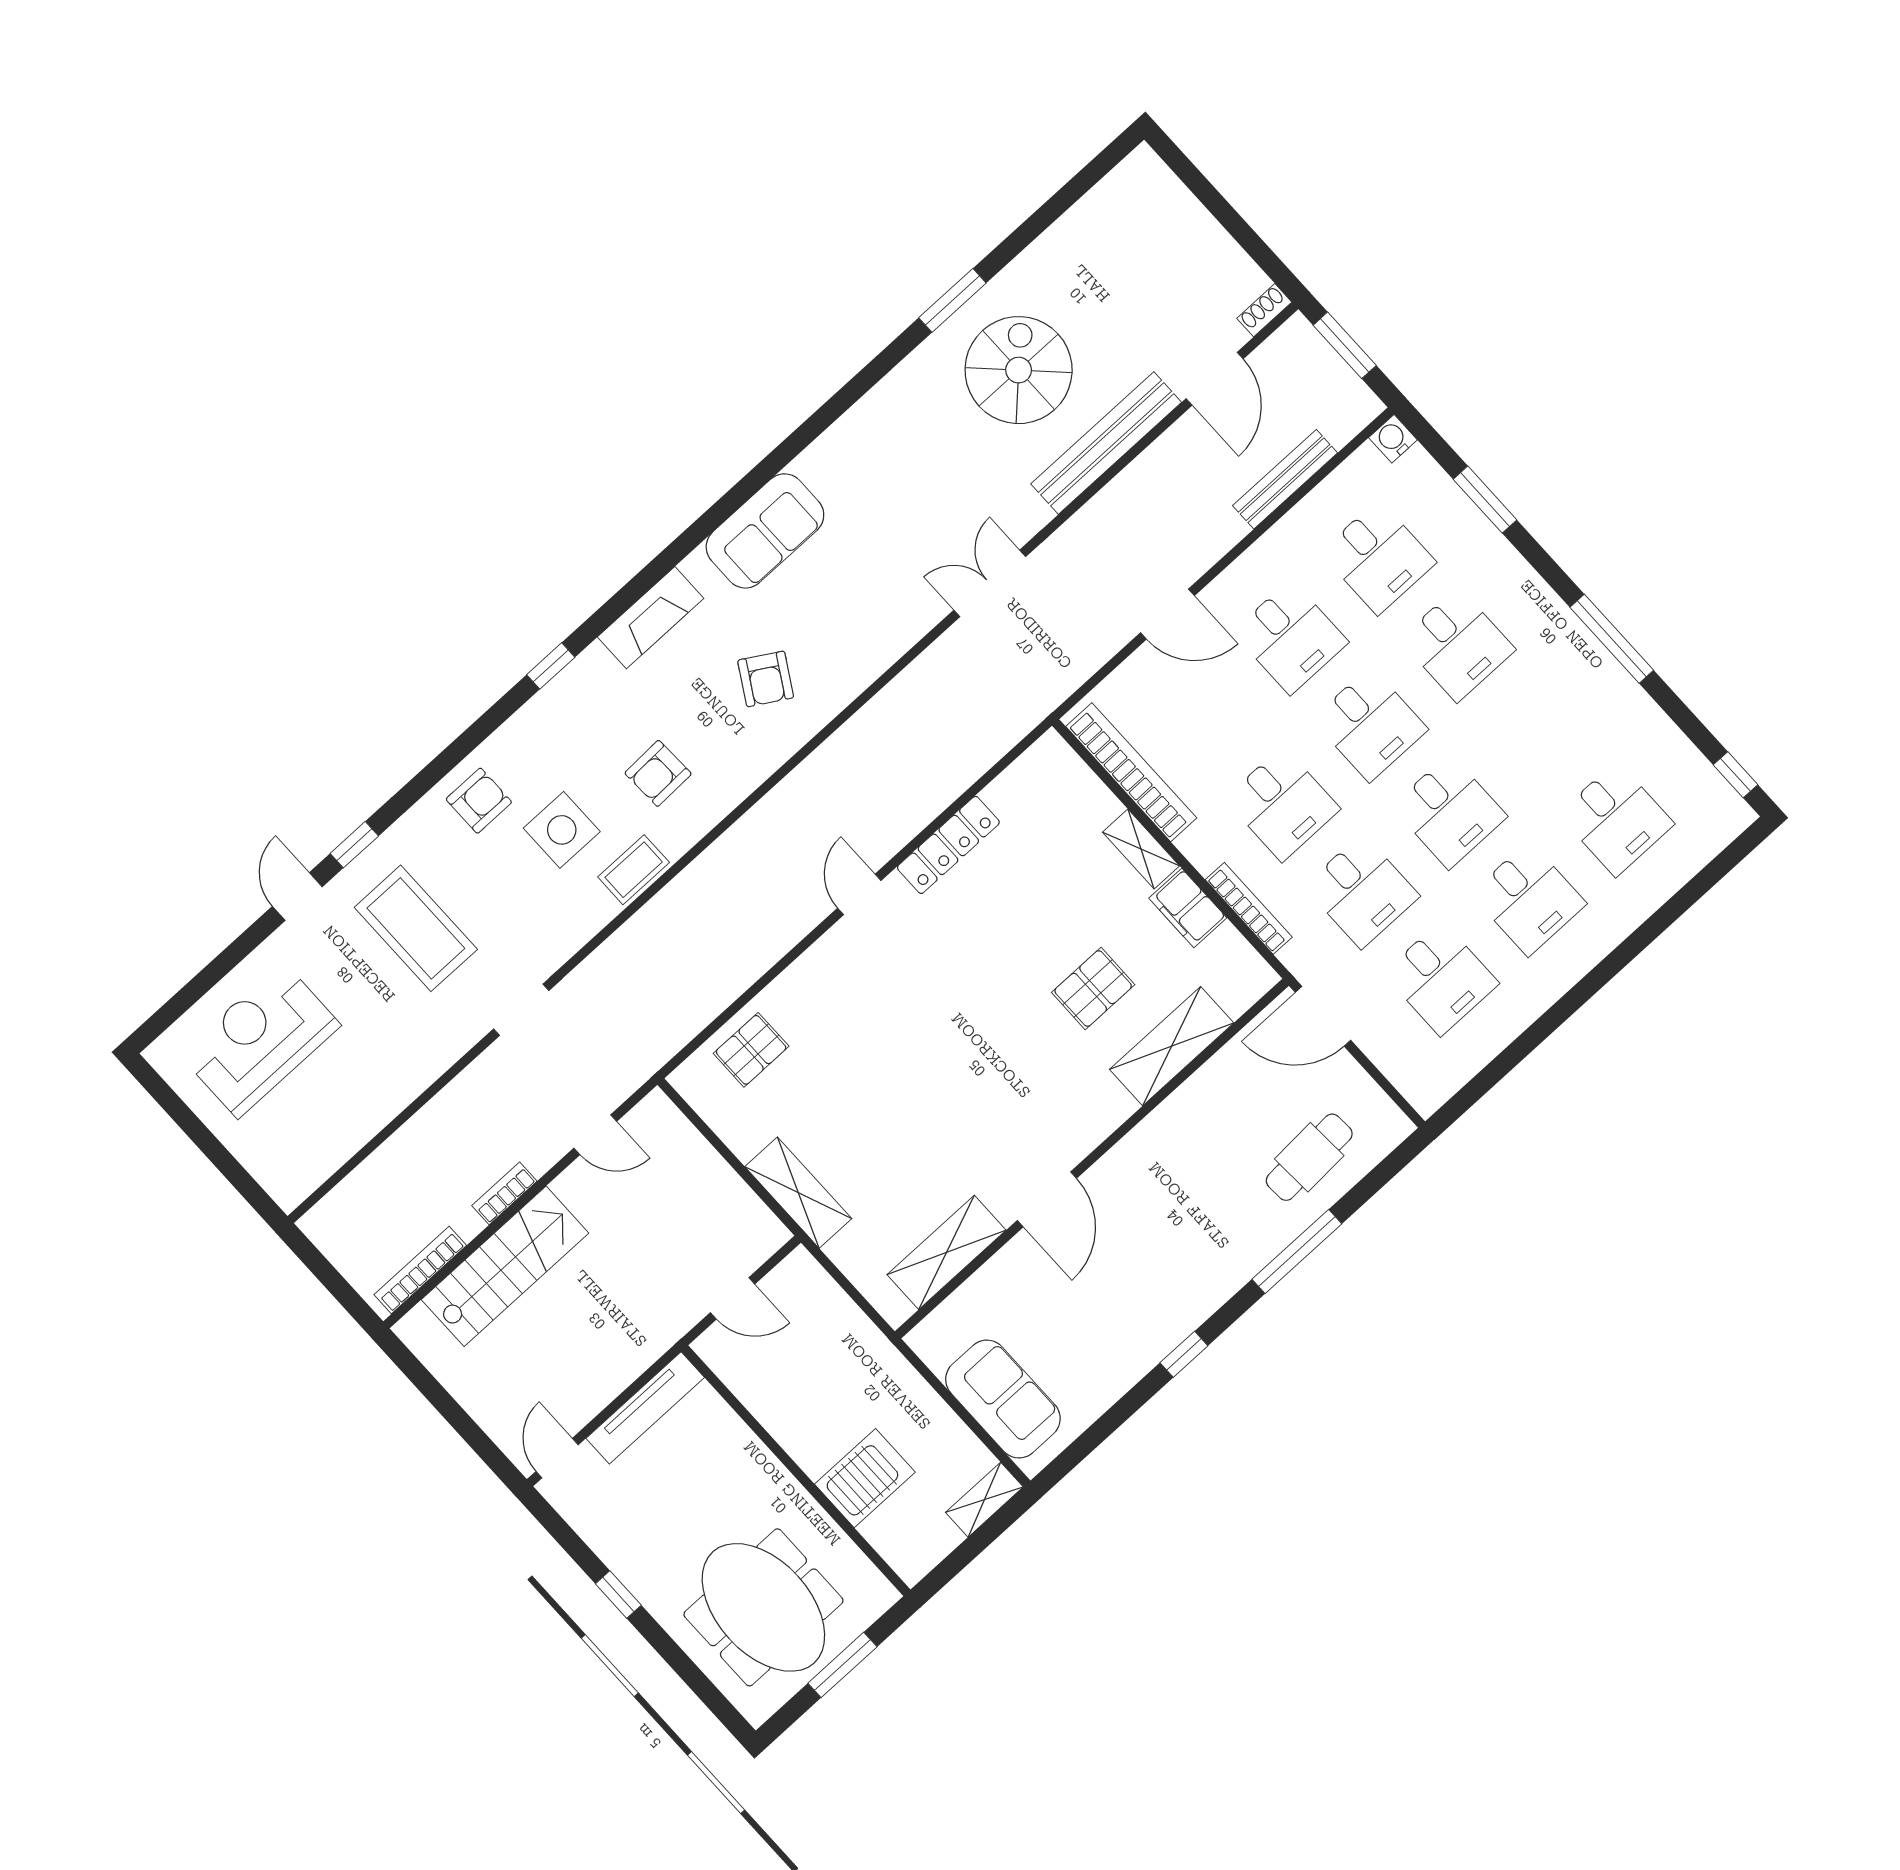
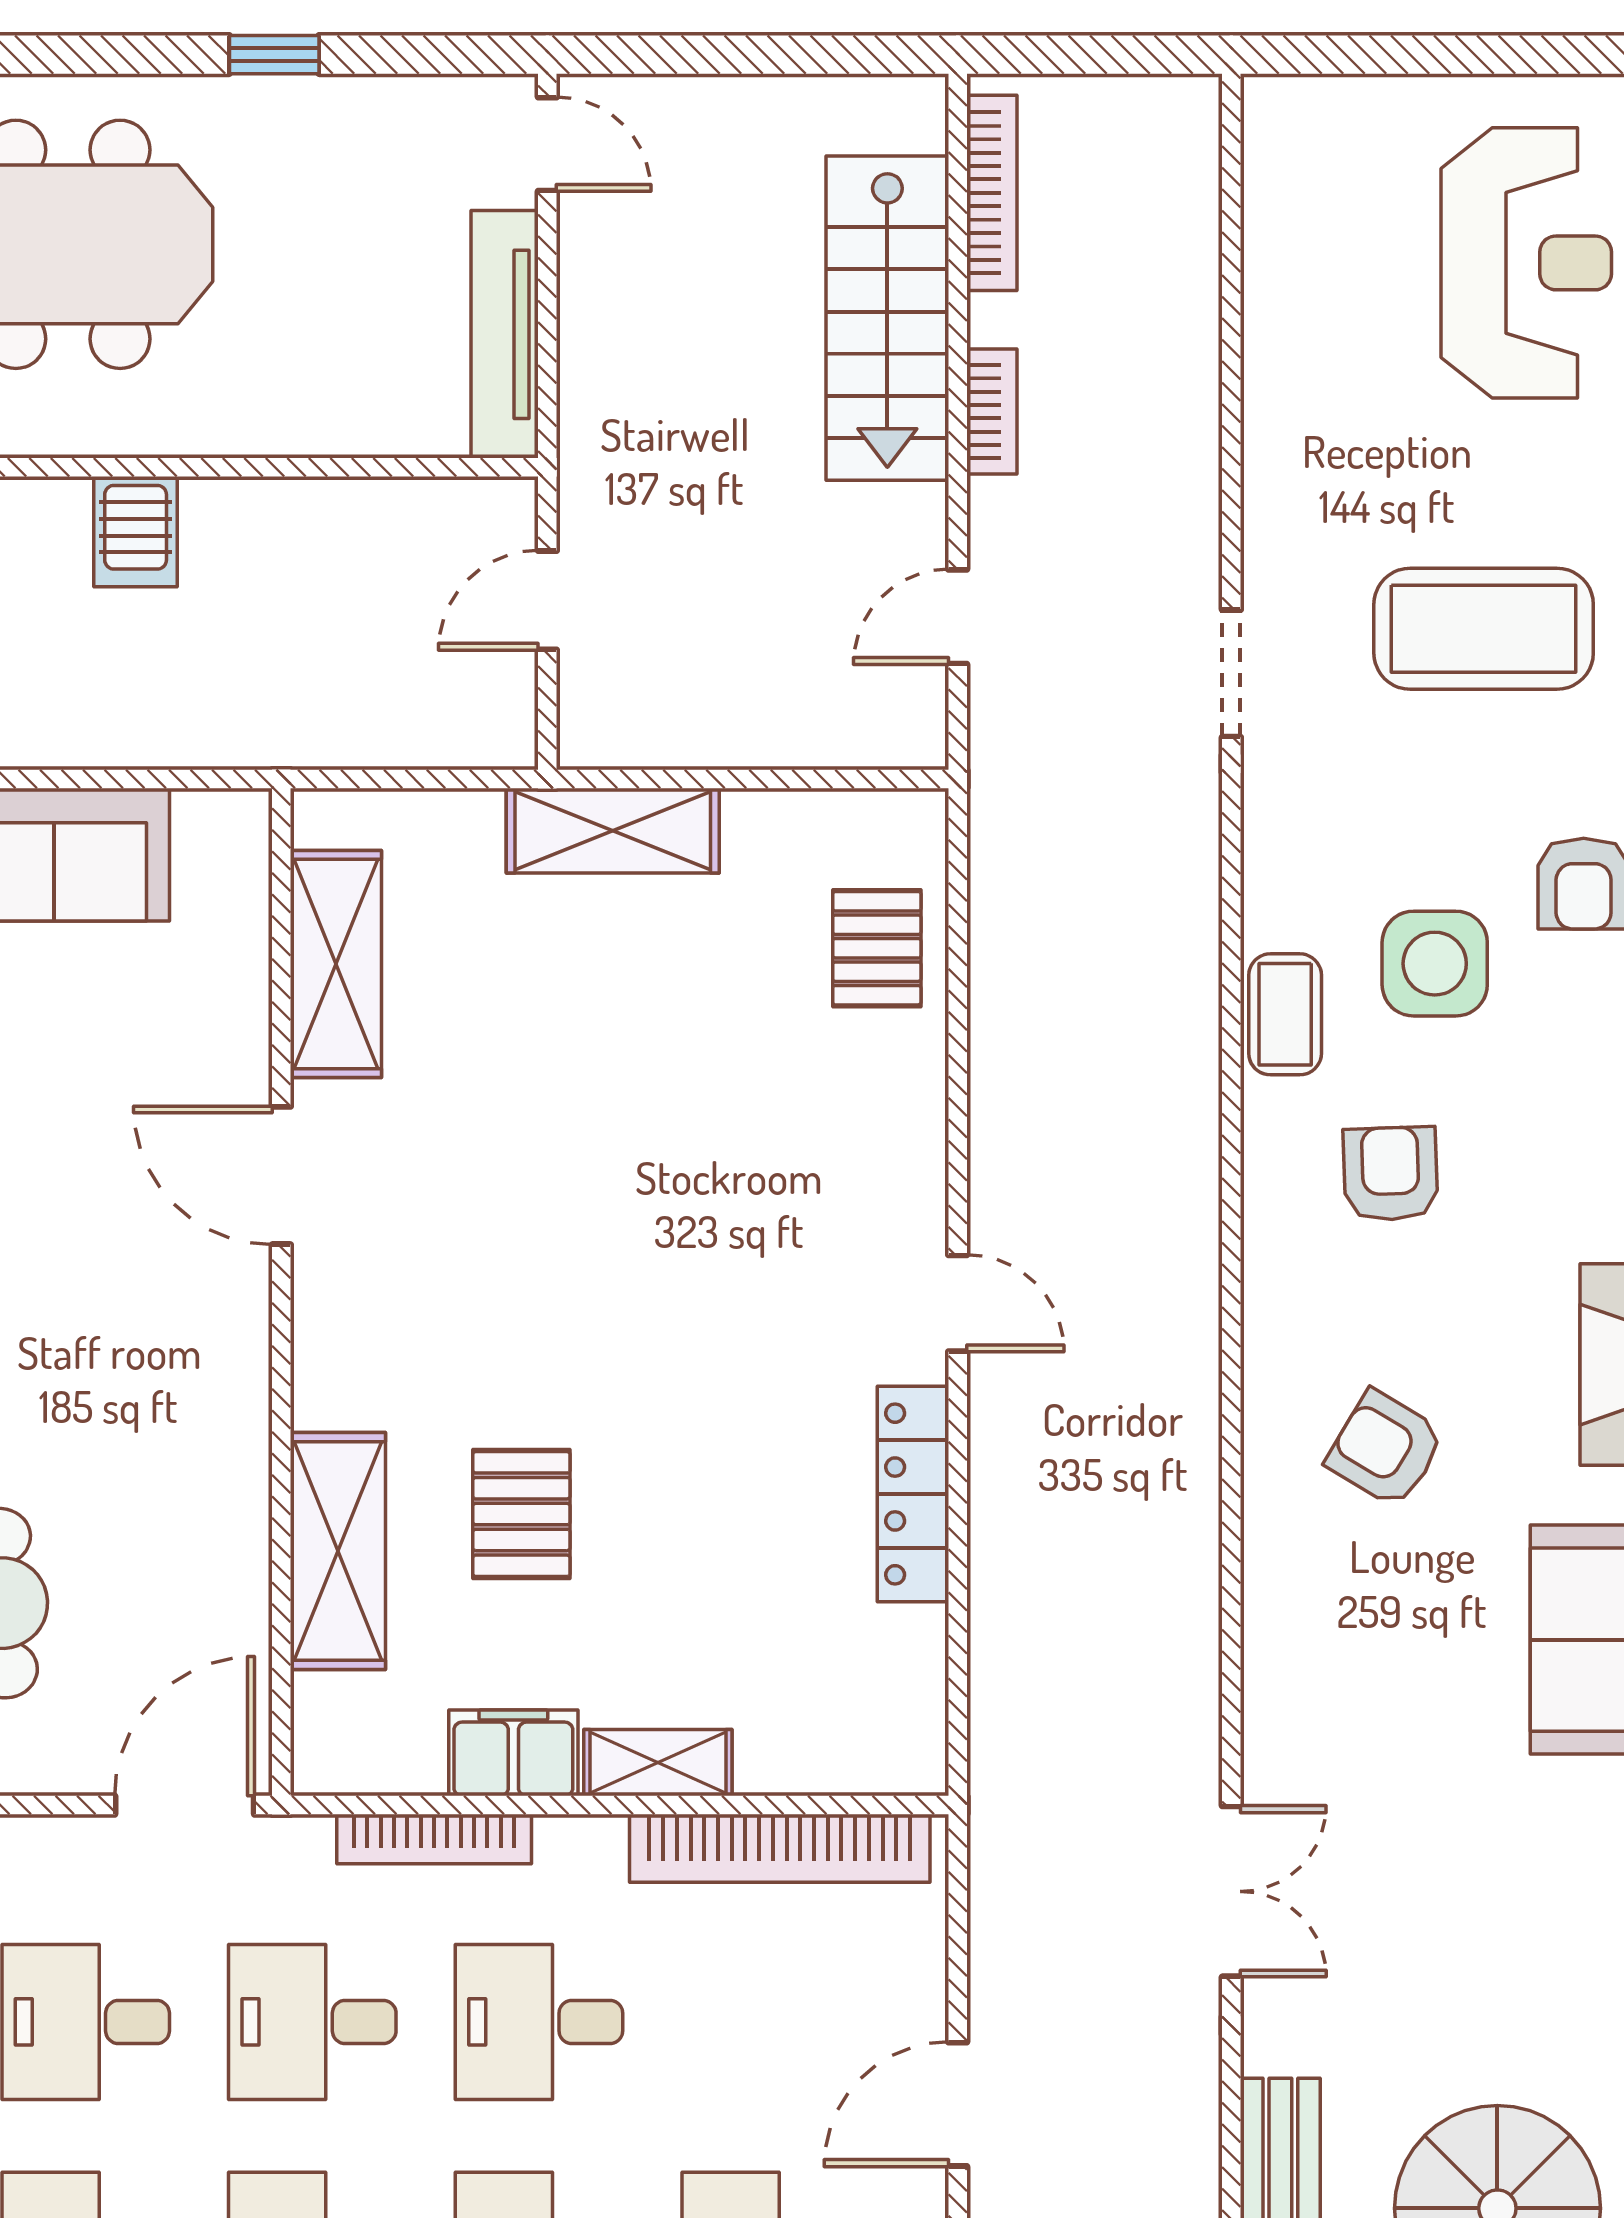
server rack: (865, 1478) -> (136, 532), width x0.73, depth x0.70

